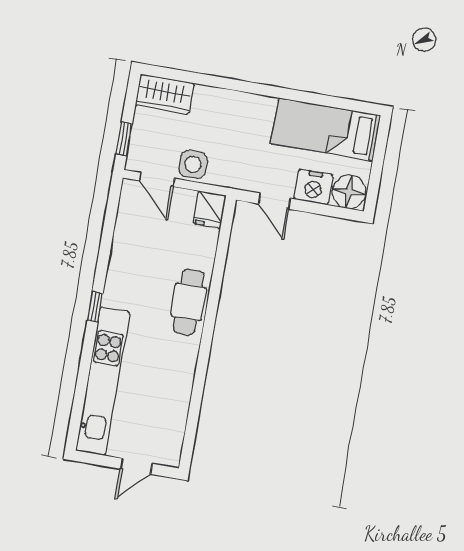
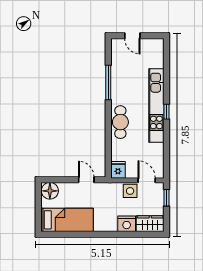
nightstand: (313, 187) -> (127, 224), moved, turned 180
kitchen unit: (103, 381) -> (156, 106), moved
window: (199, 383) -> (108, 82), added
door: (136, 466) -> (132, 36), swing flipped

